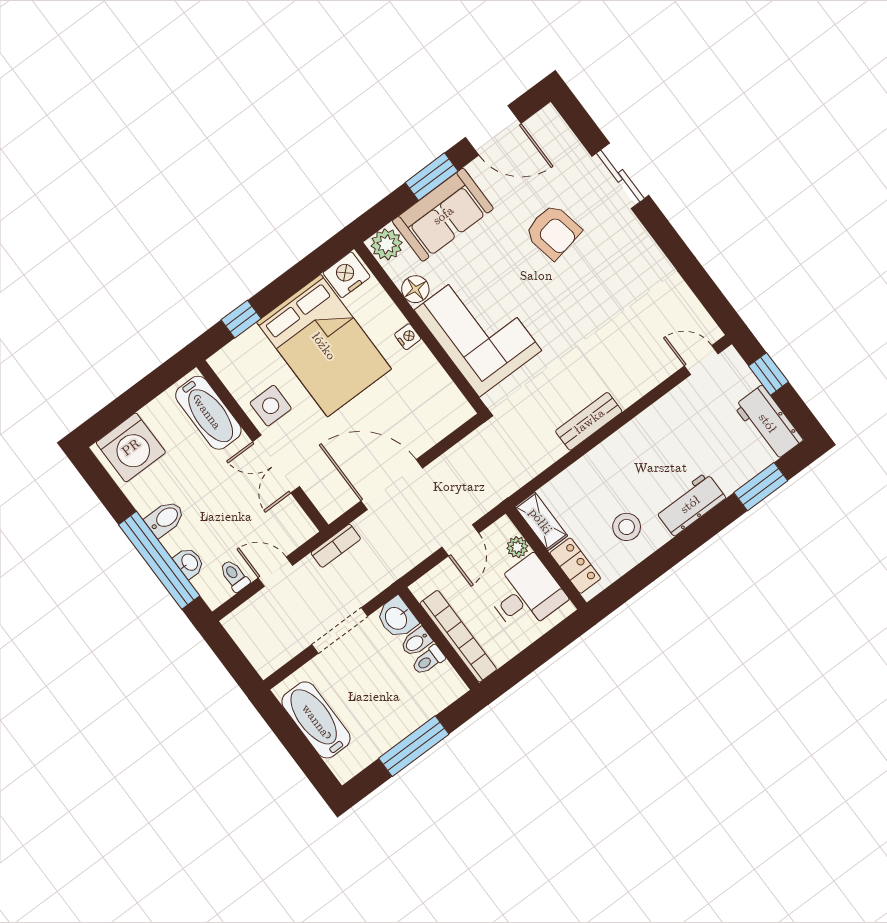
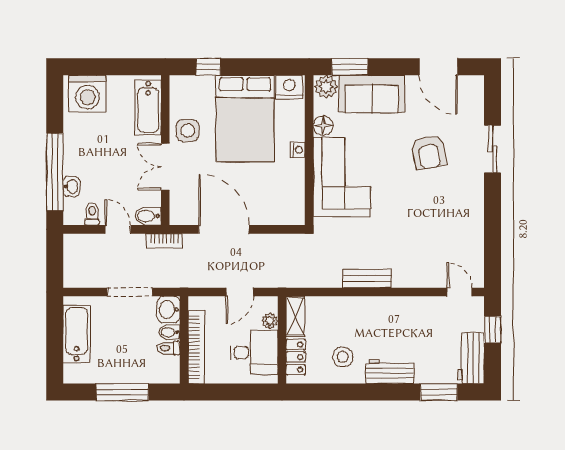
window: (432, 177) -> (350, 67), moved
bidet: (165, 519) -> (148, 216), moved, turned 180

